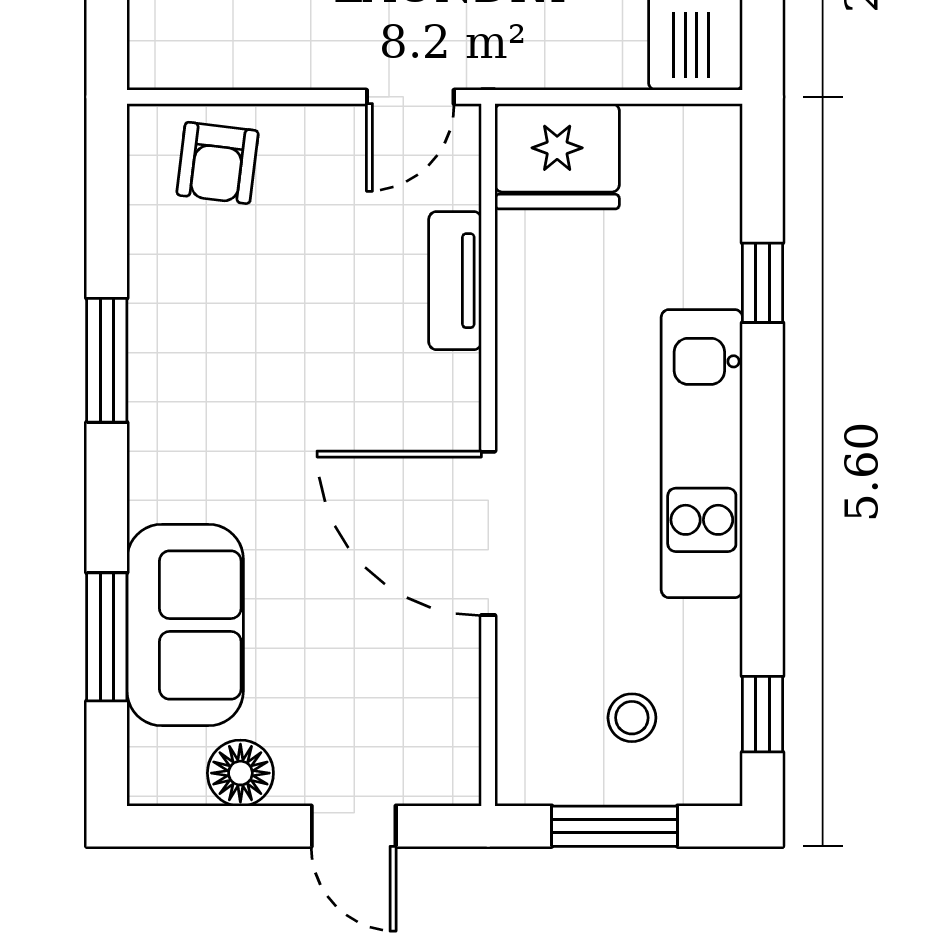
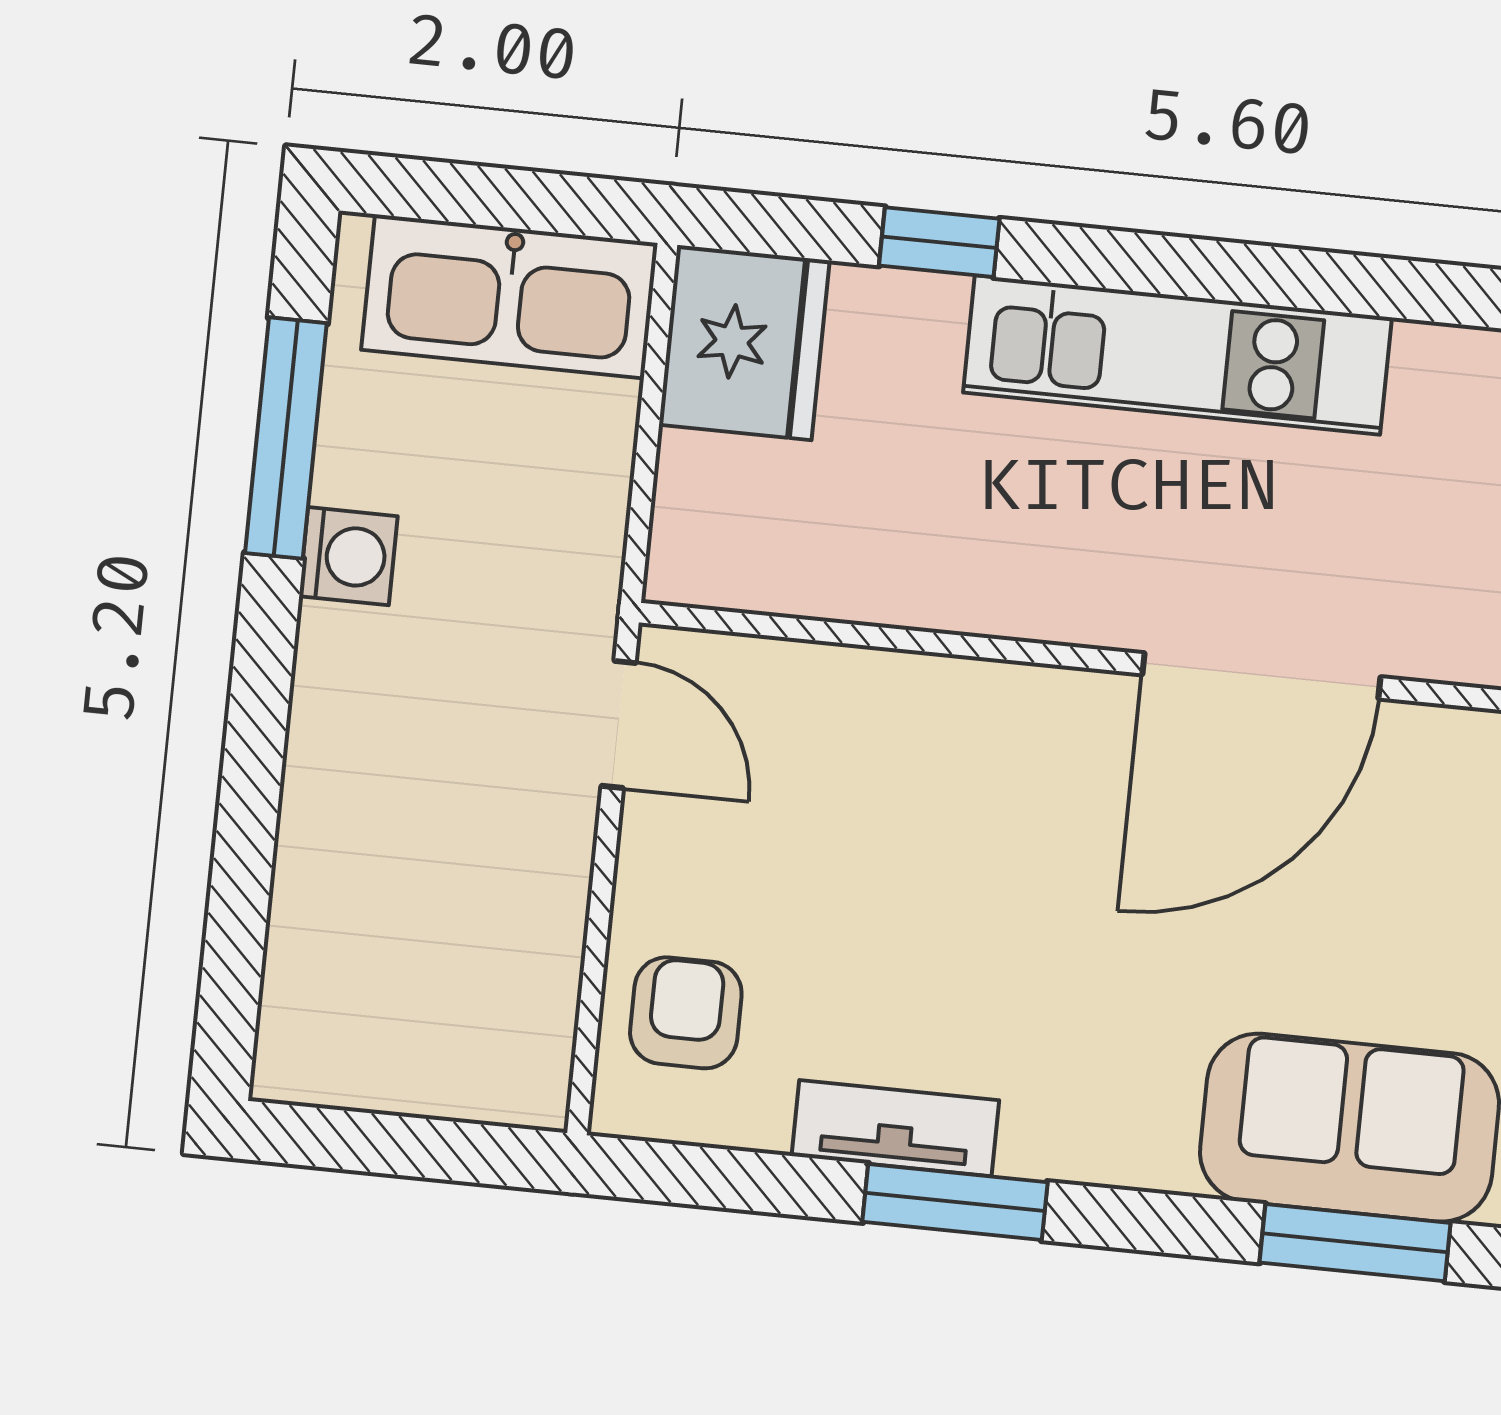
fridge: (557, 156) -> (744, 343), moved
armchair: (218, 163) -> (686, 1013), turned -97
tv unit: (455, 281) -> (895, 1128), moved, turned 180

